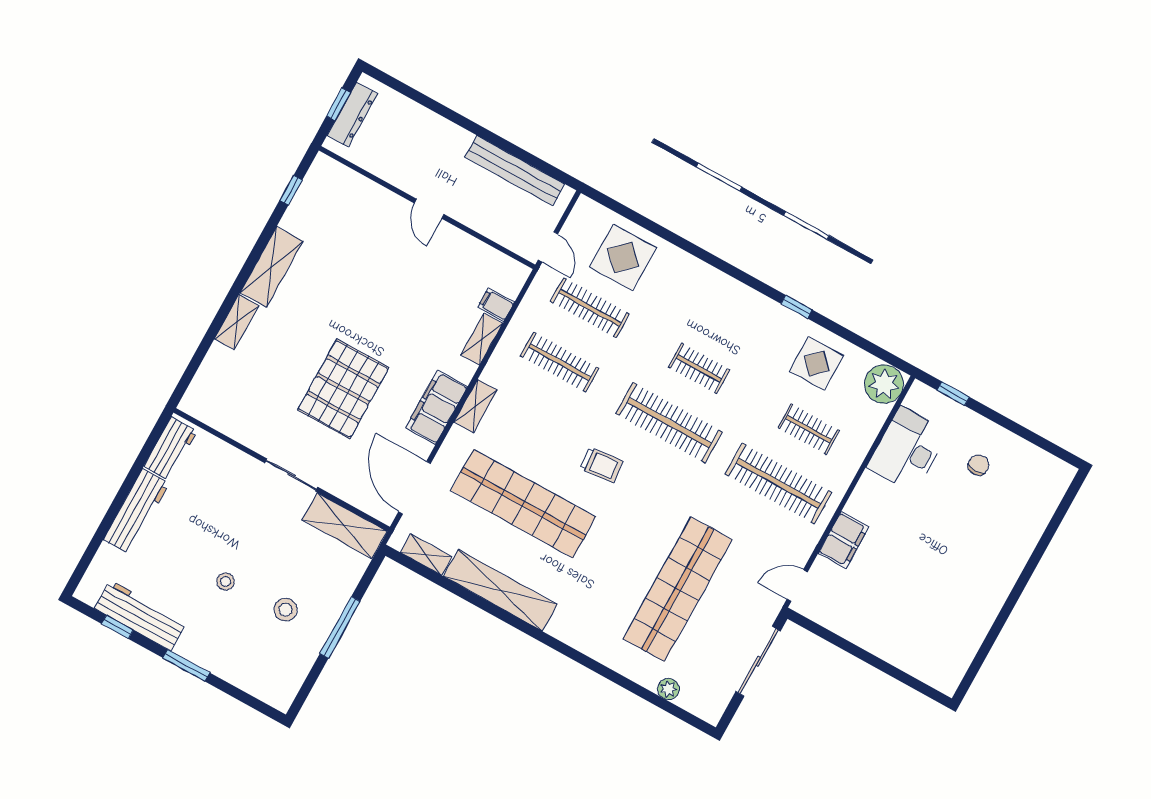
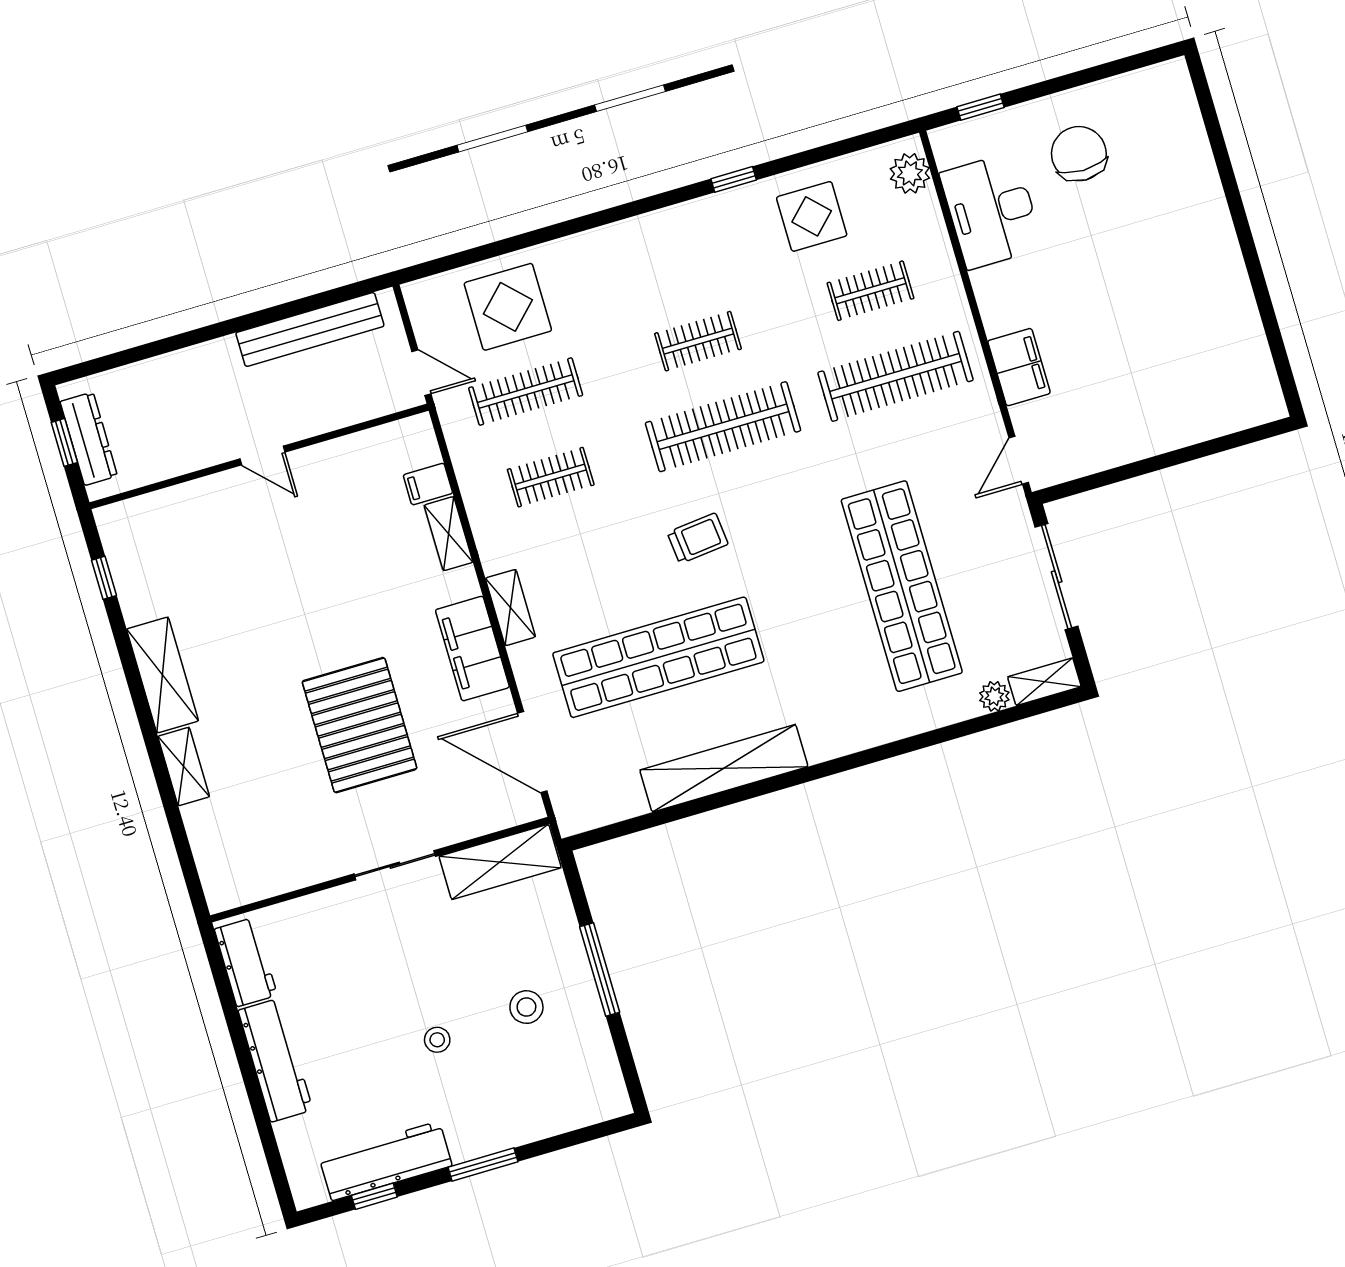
clothes rail: (560, 362) -> (551, 477), width x0.73
plant: (884, 384) -> (910, 173), width x0.73, depth x0.73
chair: (978, 465) -> (1079, 154), width x1.87, depth x1.87
shelving: (426, 555) -> (1044, 682), moved

